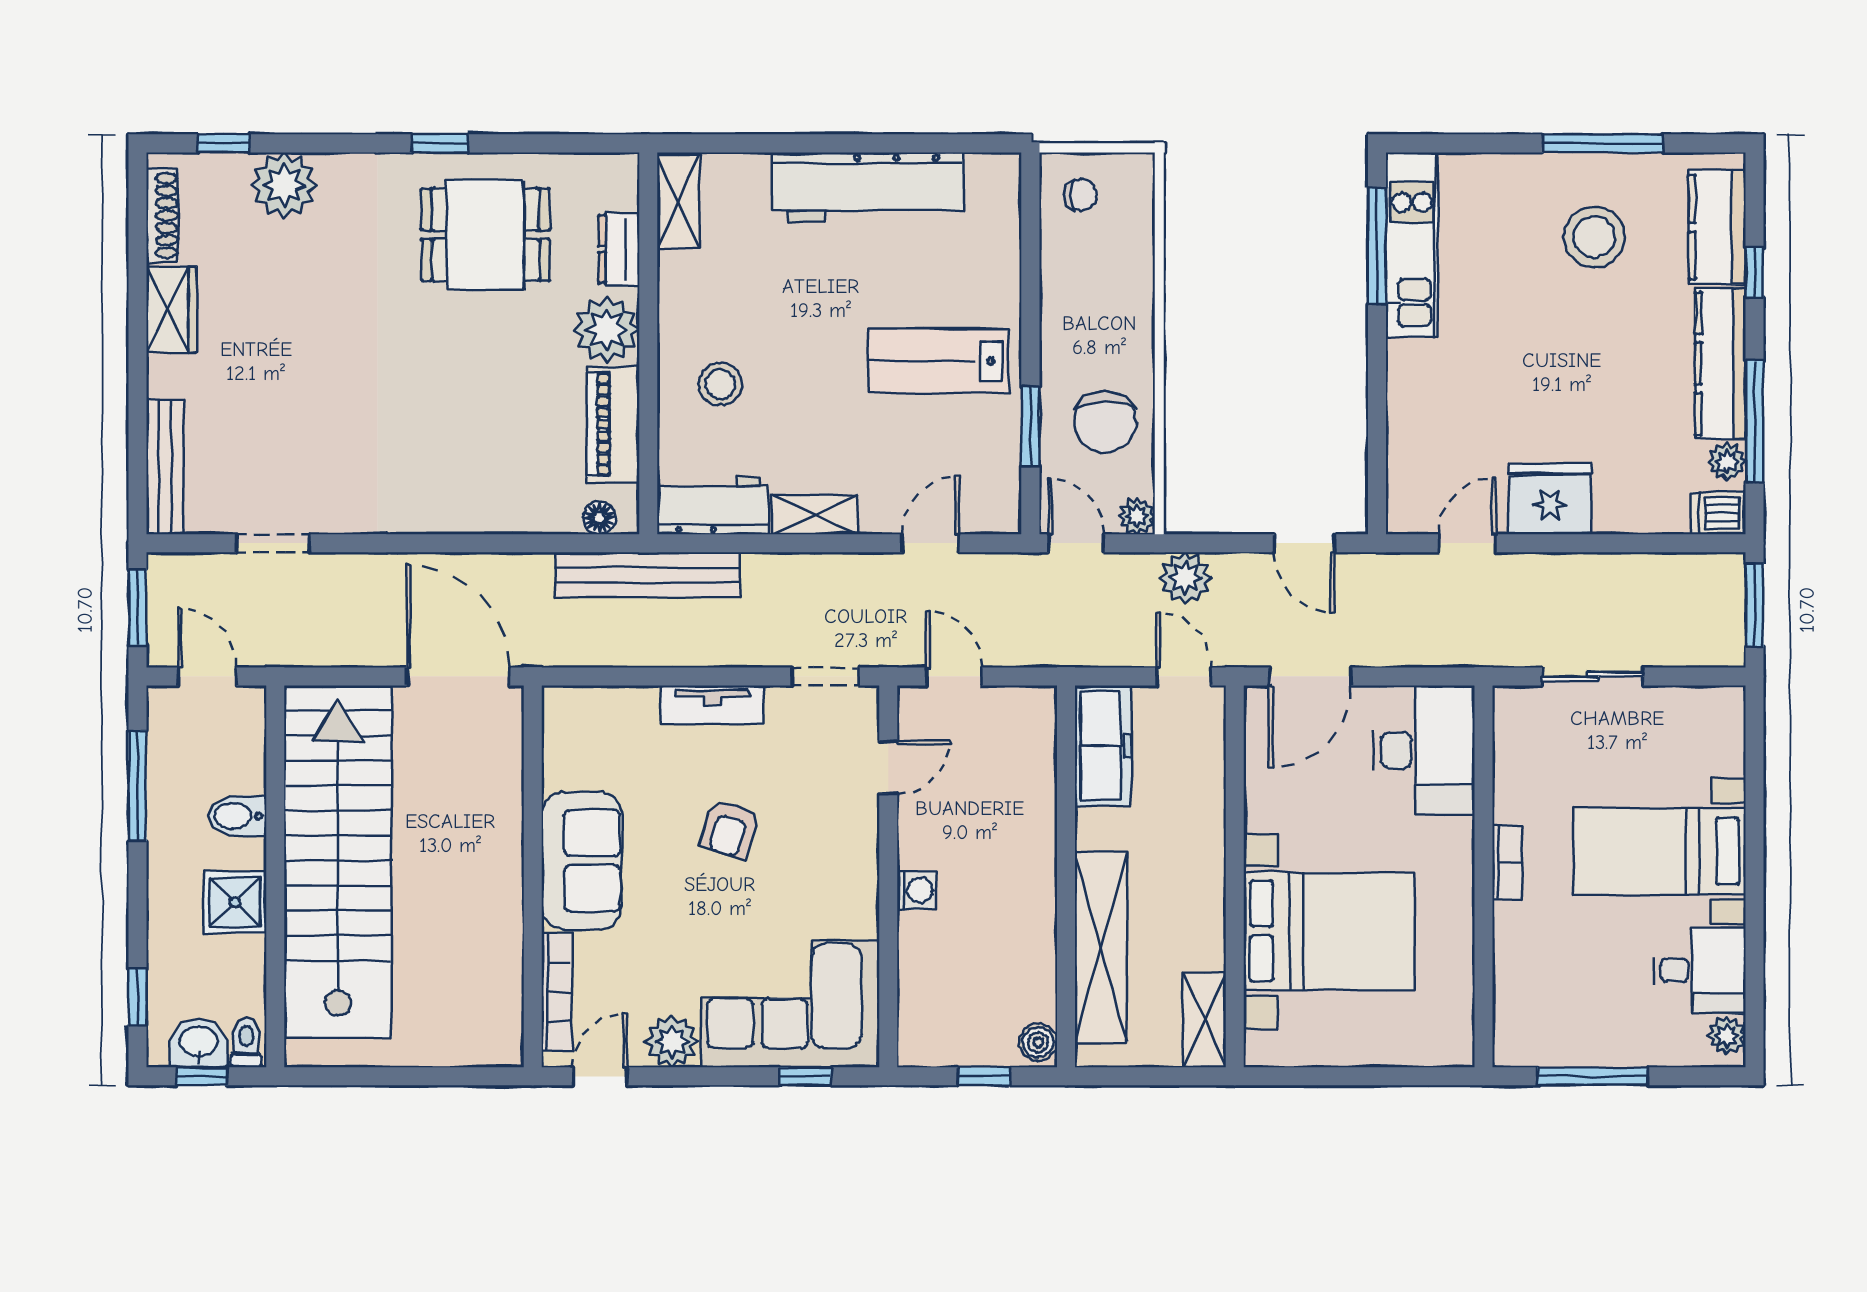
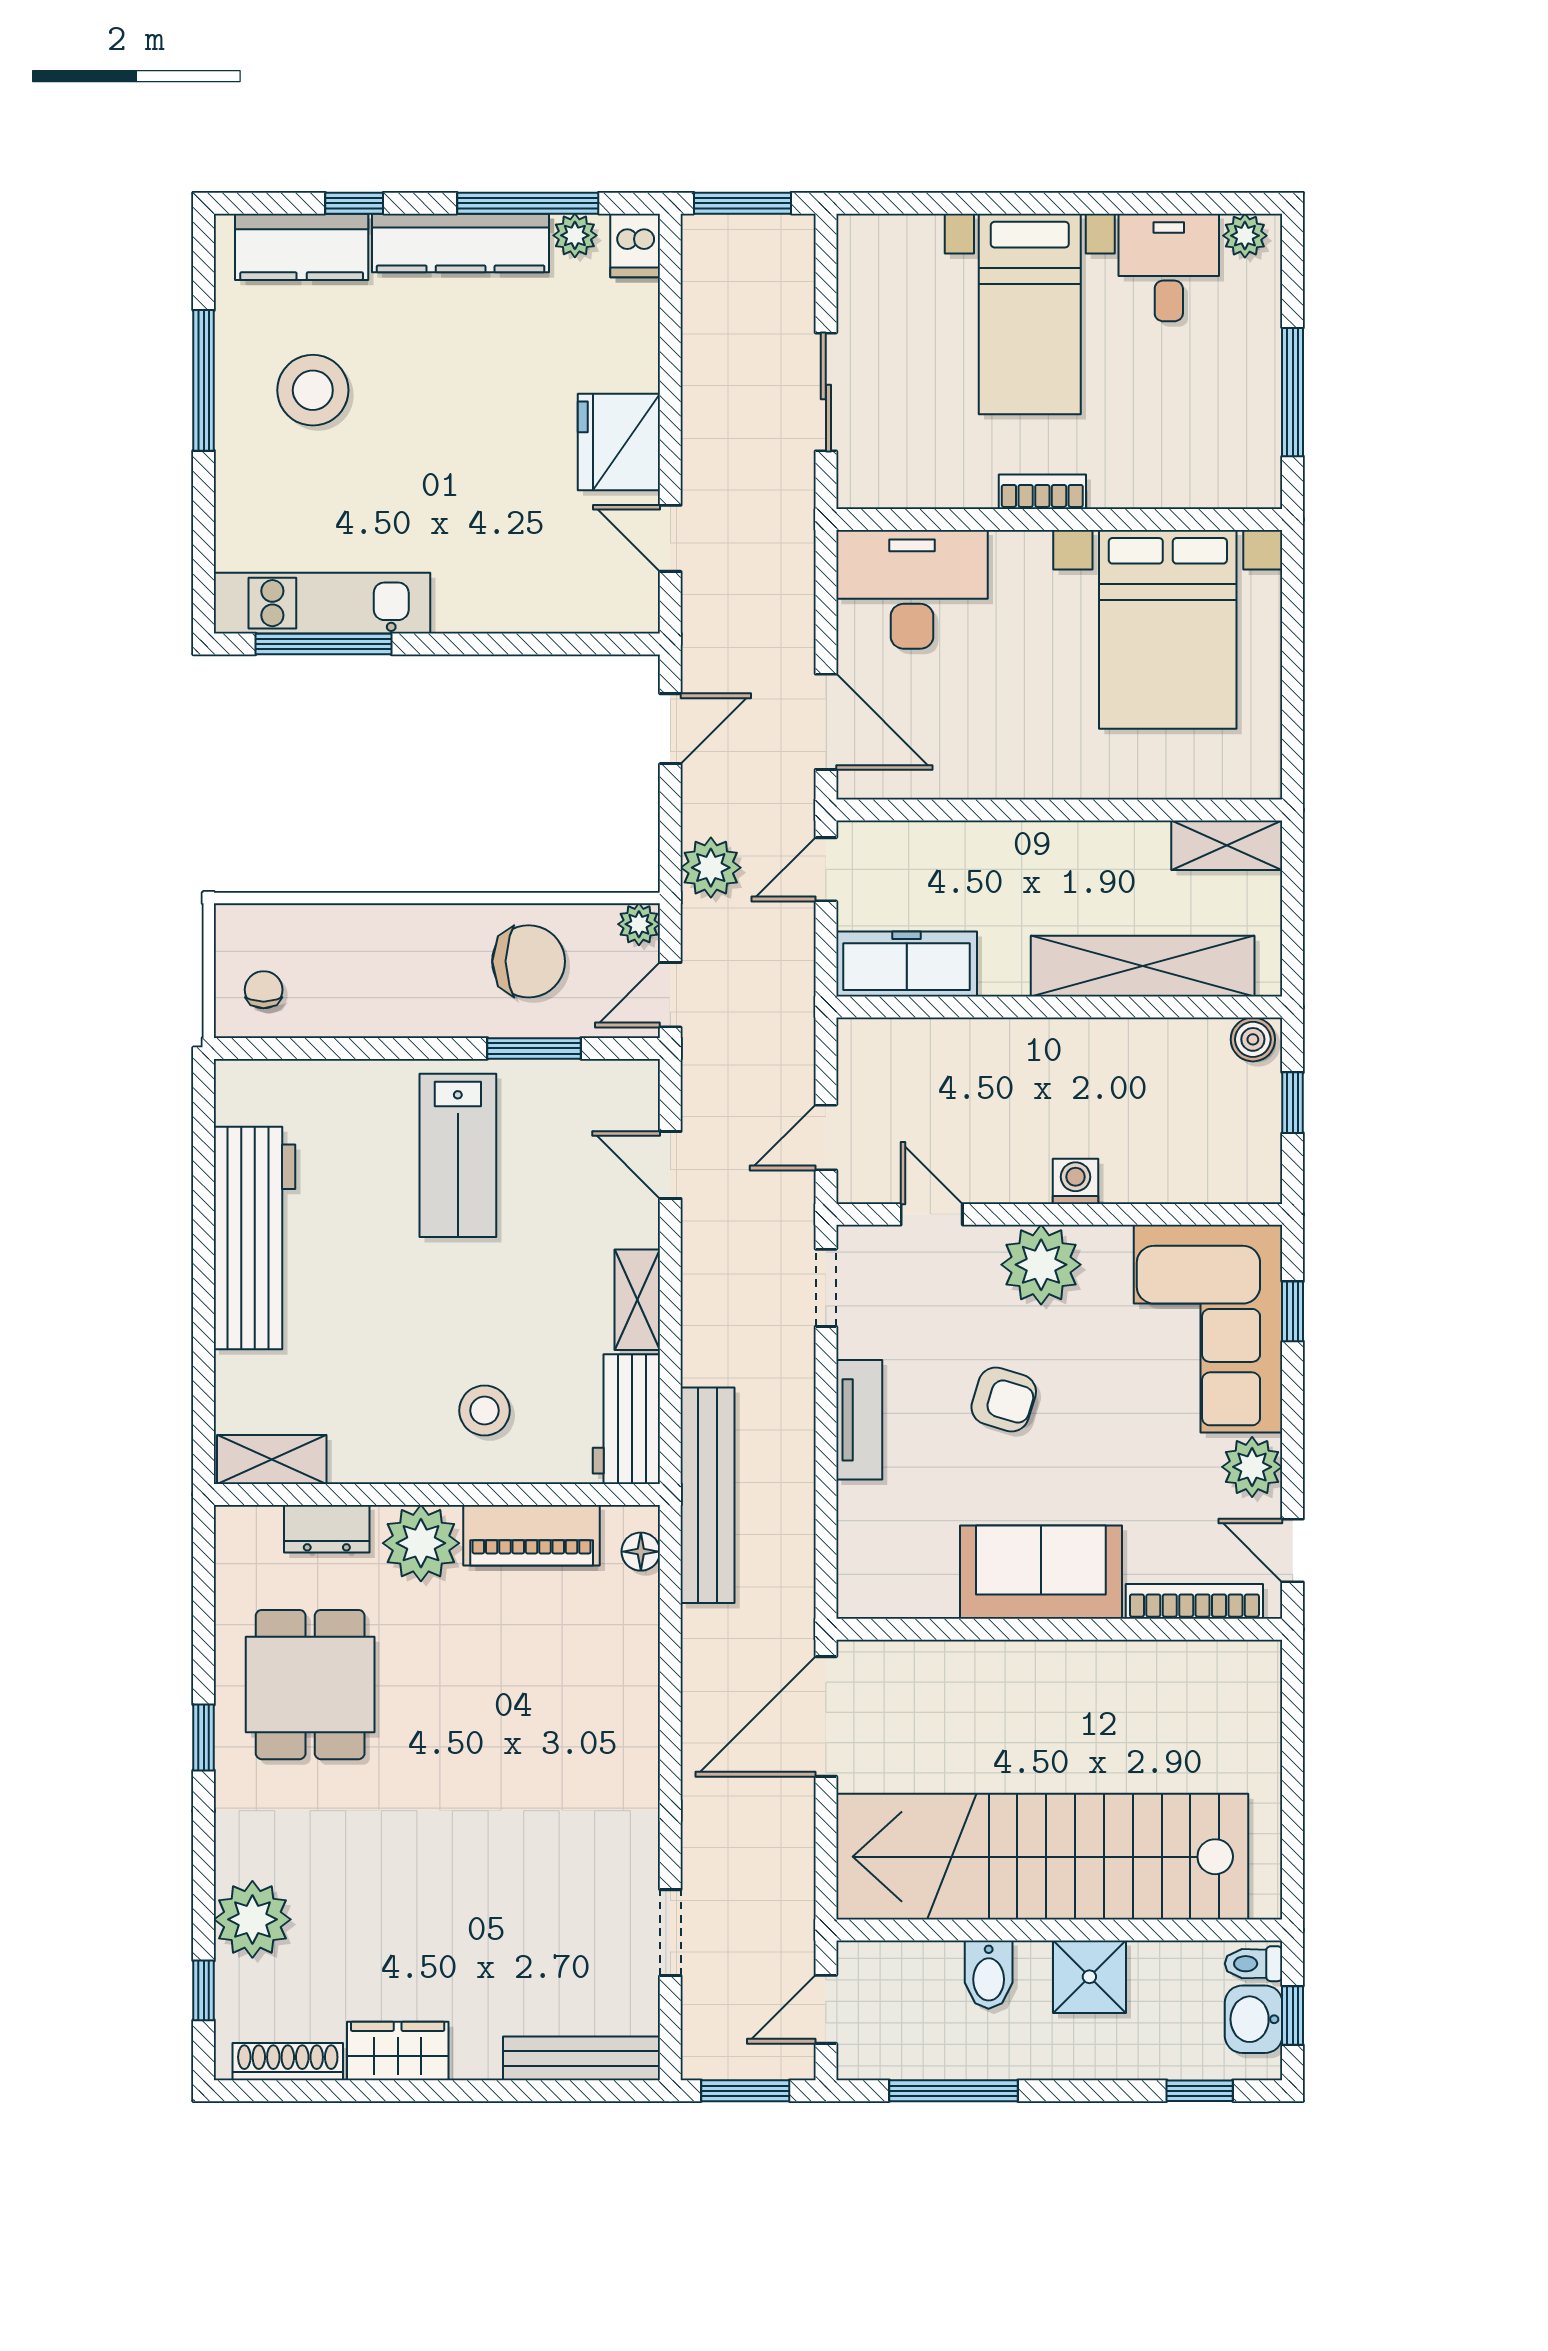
plant: (845, 861) -> (1041, 1265), added
bed with nightstands: (1329, 931) -> (1168, 629), moved, turned 180

